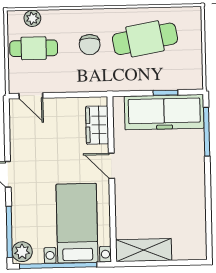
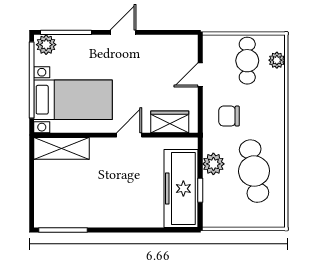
chair: (90, 45) -> (229, 116), moved
plant: (139, 80) -> (213, 164), added
door: (31, 96) -> (200, 75), moved
window: (207, 132) -> (63, 230), moved
shelving: (144, 250) -> (62, 148), moved, turned 90

